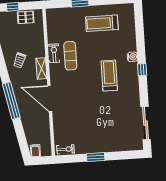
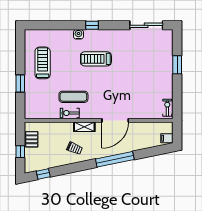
treadmill: (102, 23) -> (43, 63), turned 180
window: (96, 157) -> (177, 65), moved

